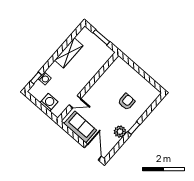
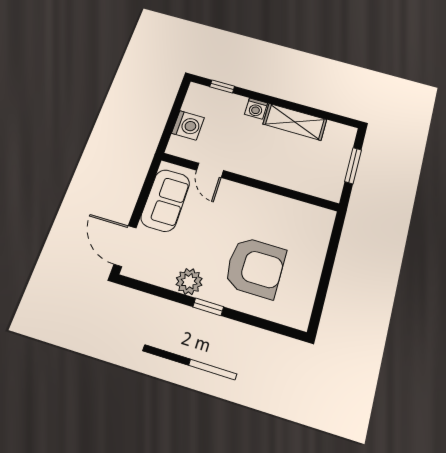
washing machine: (45, 78) -> (256, 109), moved
armchair: (126, 102) -> (255, 267), width x1.88, depth x1.88
door: (93, 152) -> (125, 246), swing flipped

